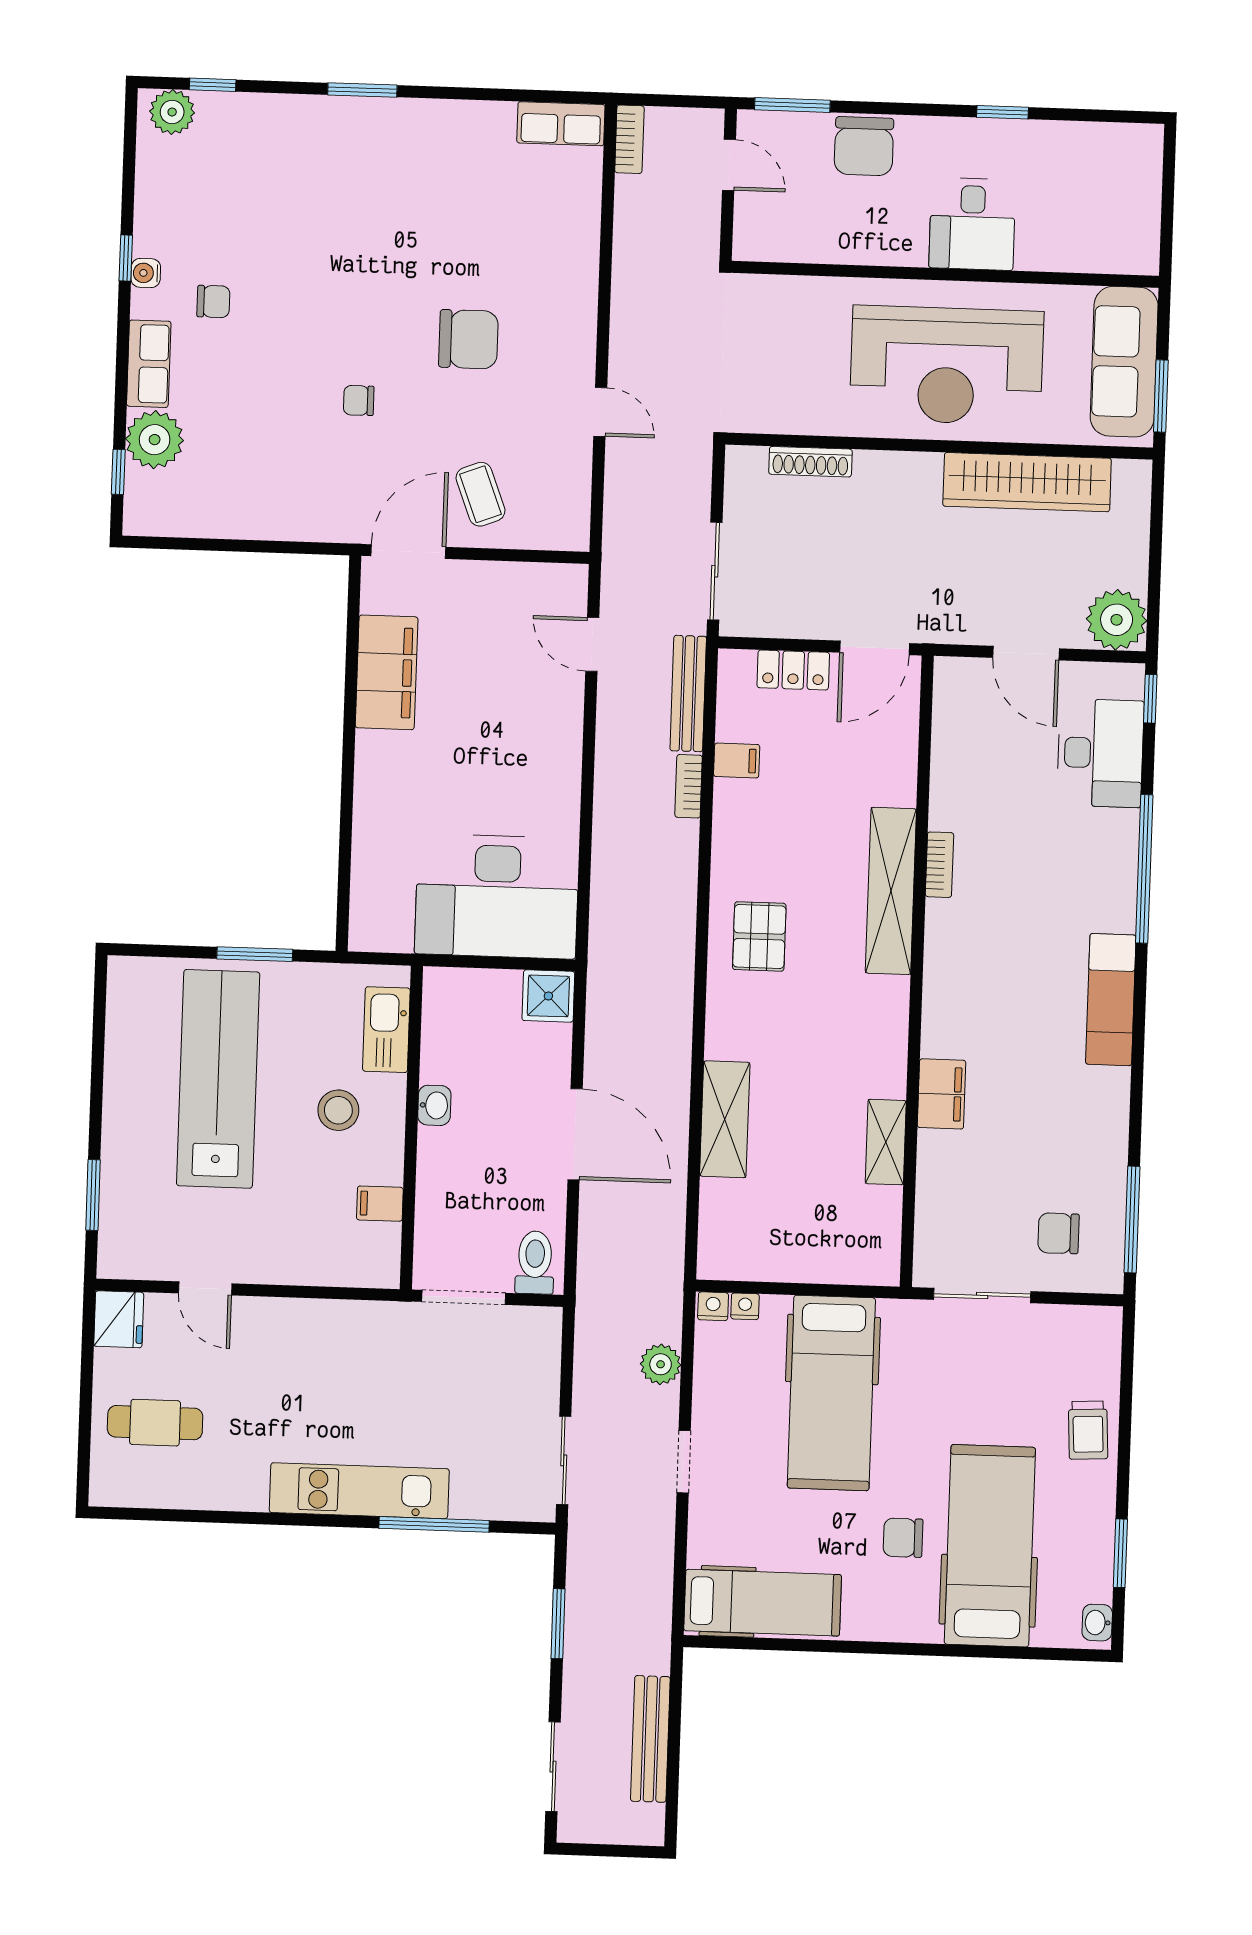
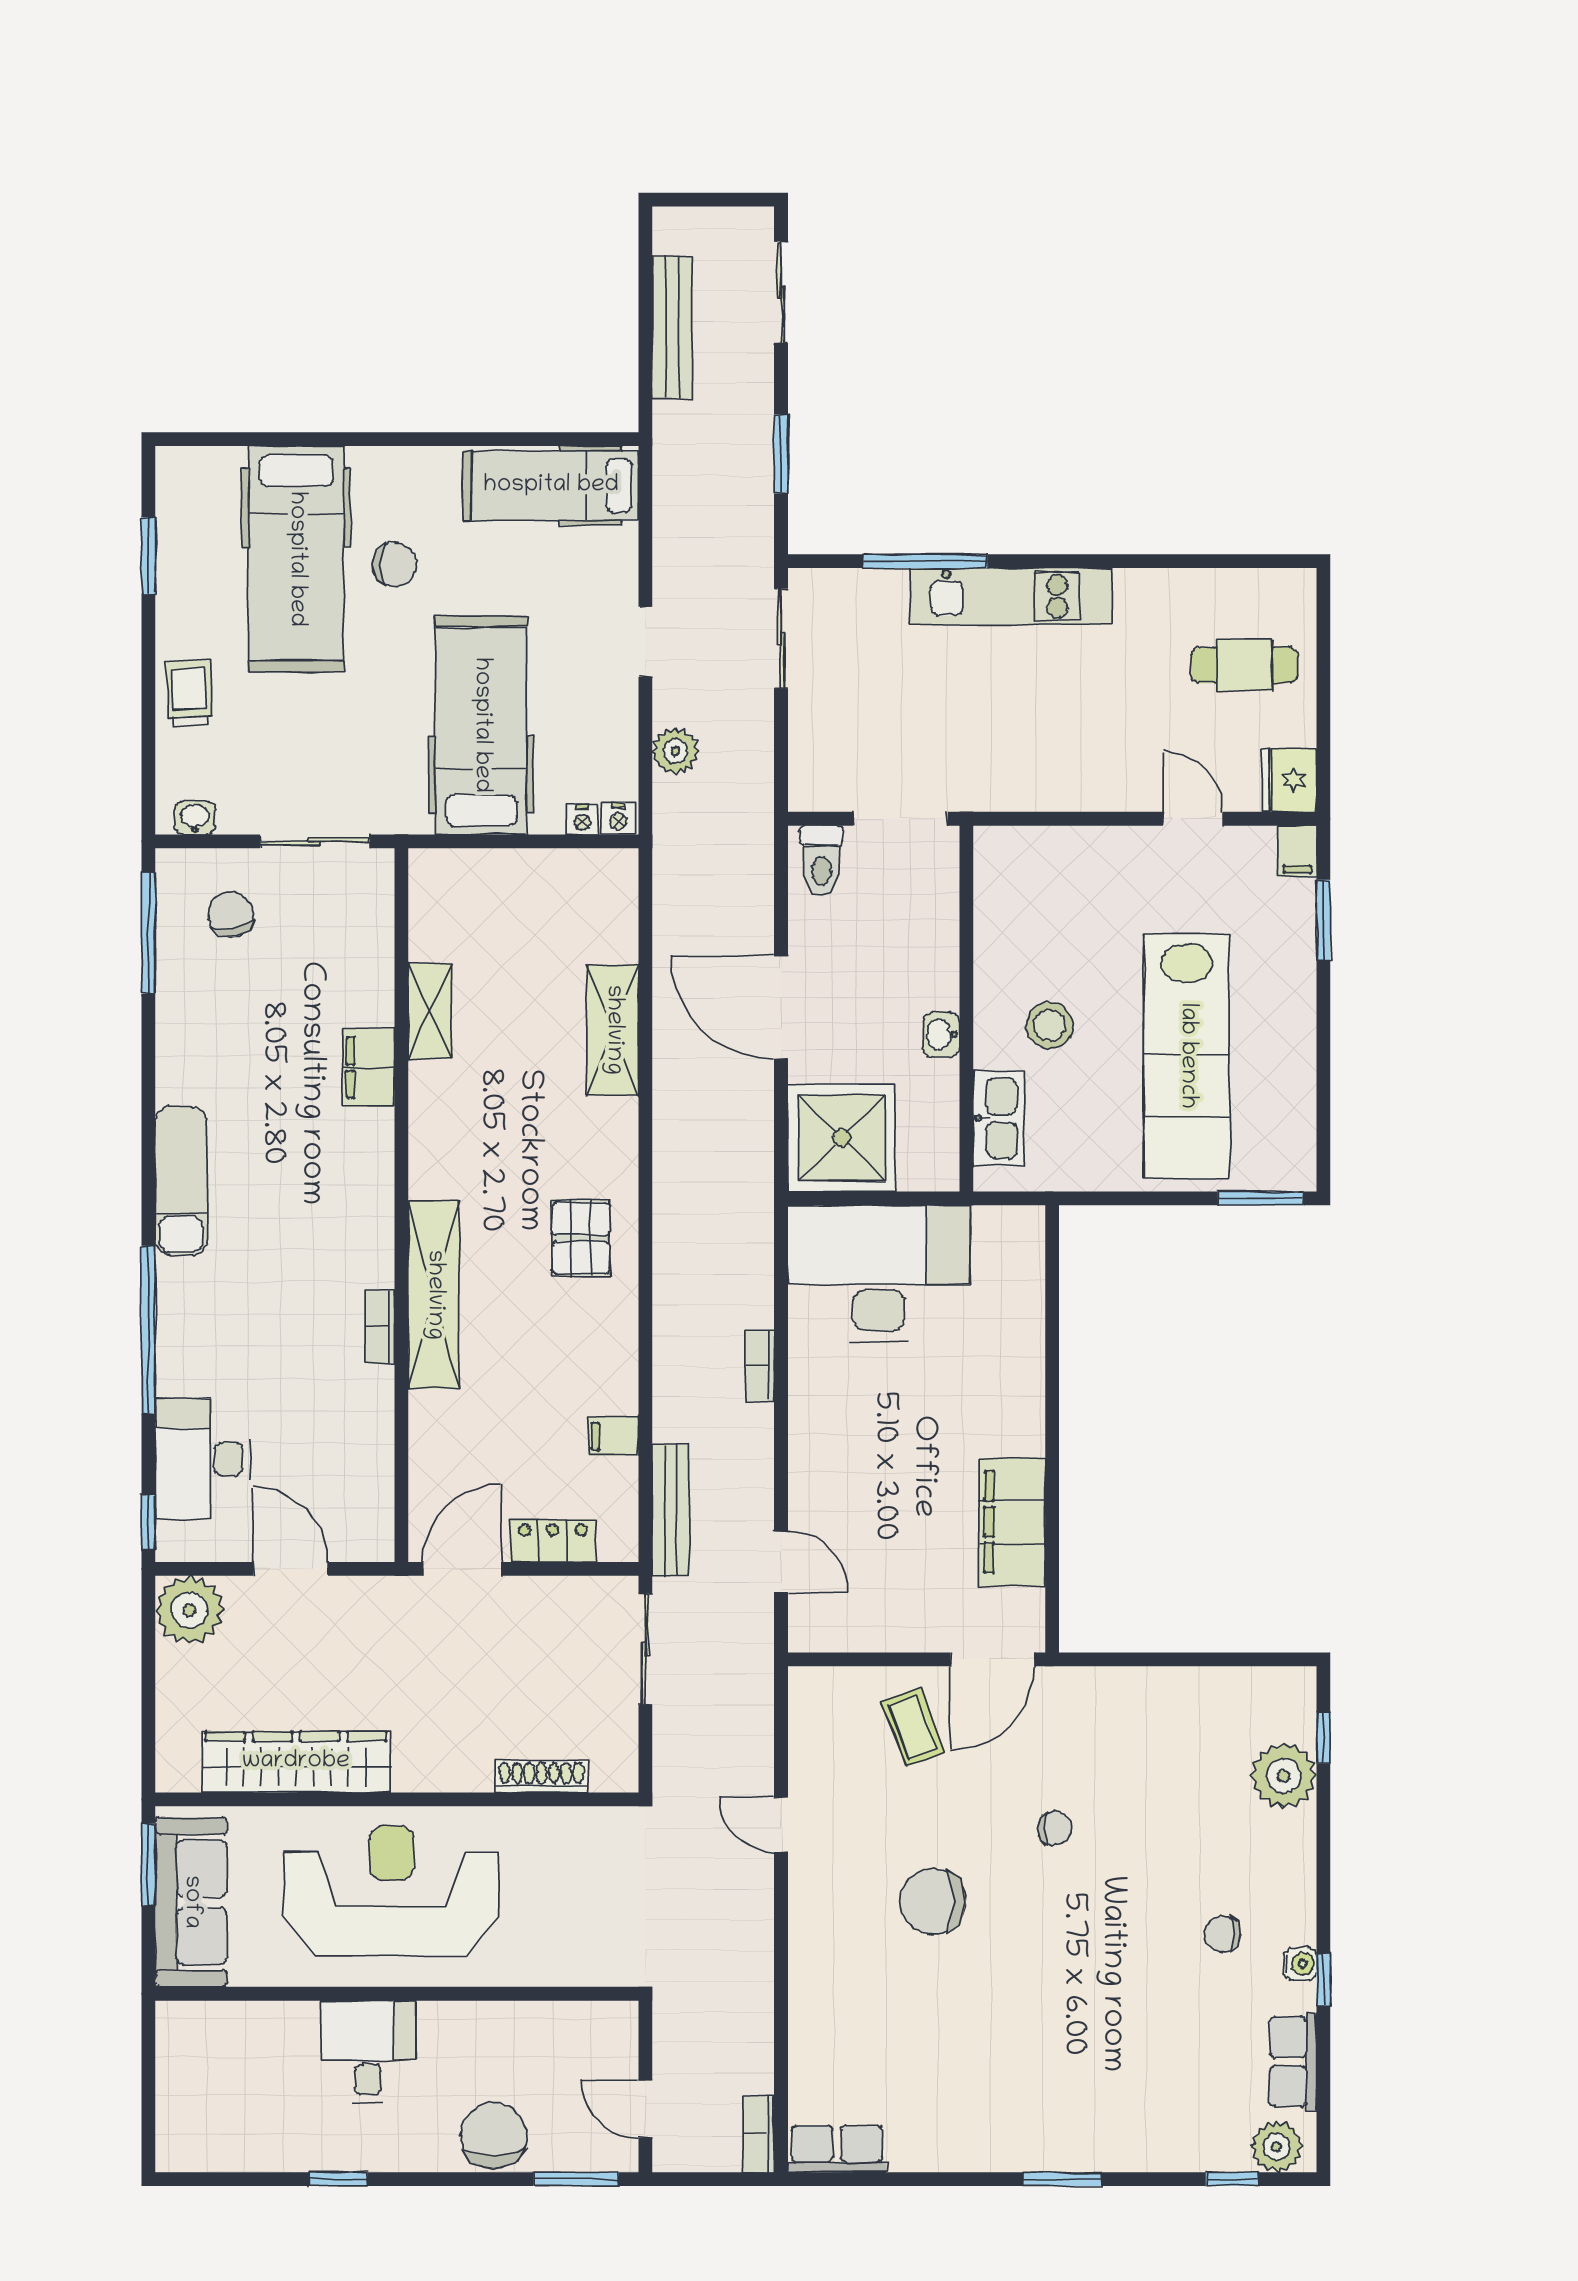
row of seats: (149, 364) -> (1293, 2062), moved
bookcase: (689, 786) -> (760, 1366), moved, turned 180
window: (255, 954) -> (1261, 1198), moved
shower: (548, 996) -> (842, 1138), width x1.86, depth x1.86
filing cabinet: (380, 1204) -> (1297, 851), moved, turned 90
chair: (1058, 1233) -> (231, 915), turned -100
washbasin: (1097, 1623) -> (195, 818), moved, turned -90

